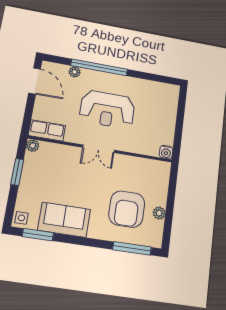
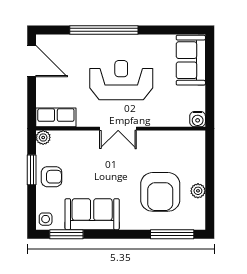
plant: (75, 72) -> (76, 41), removed
sofa: (166, 104) -> (191, 60), added
reception desk: (107, 109) -> (121, 80), turned 180
armchair: (34, 181) -> (52, 177), added

